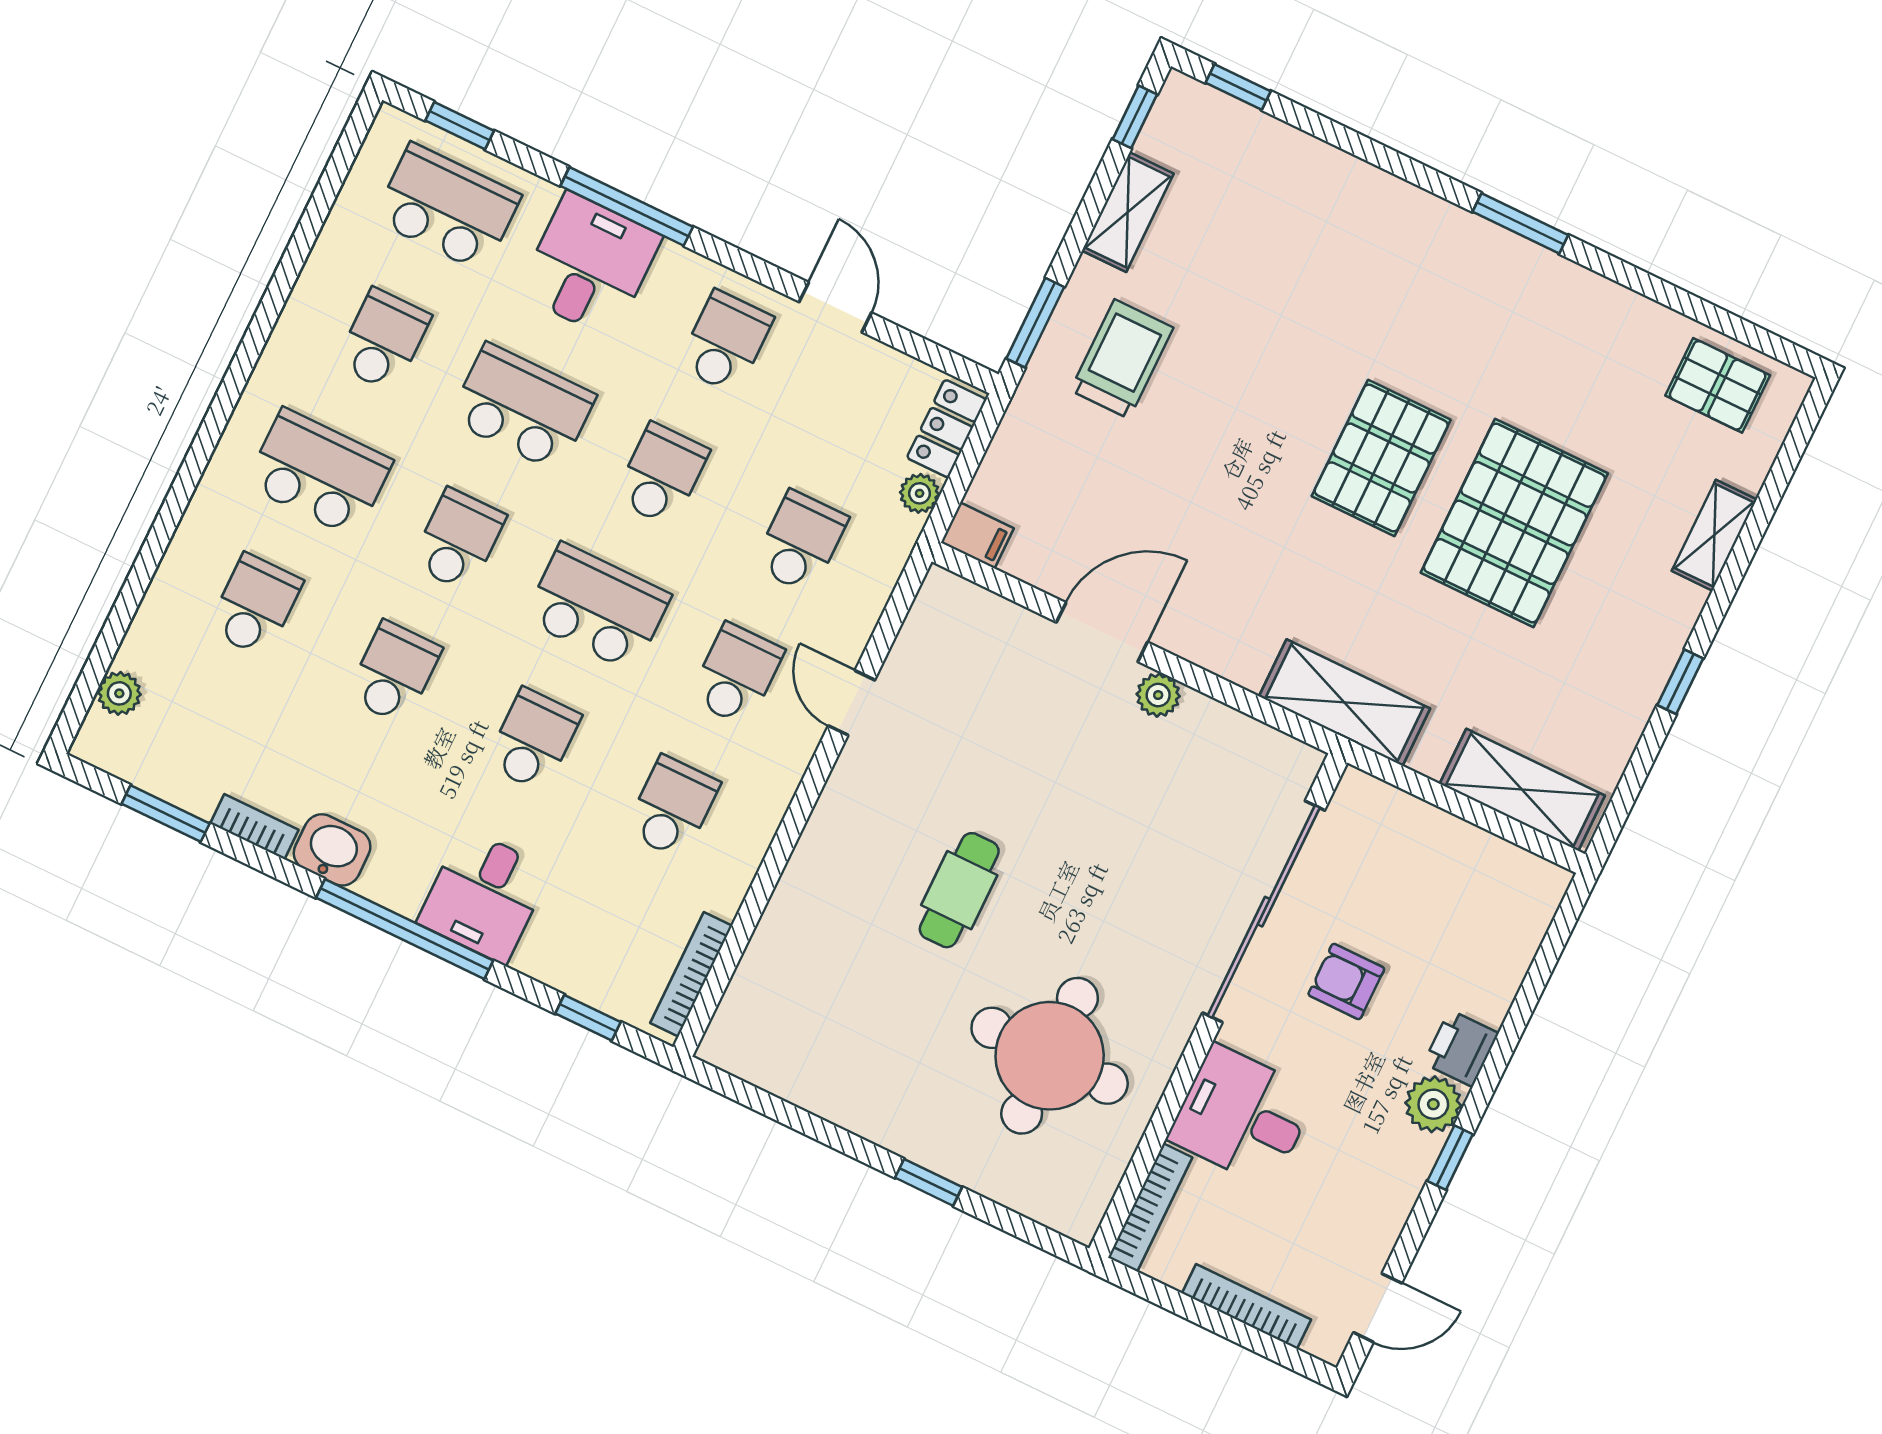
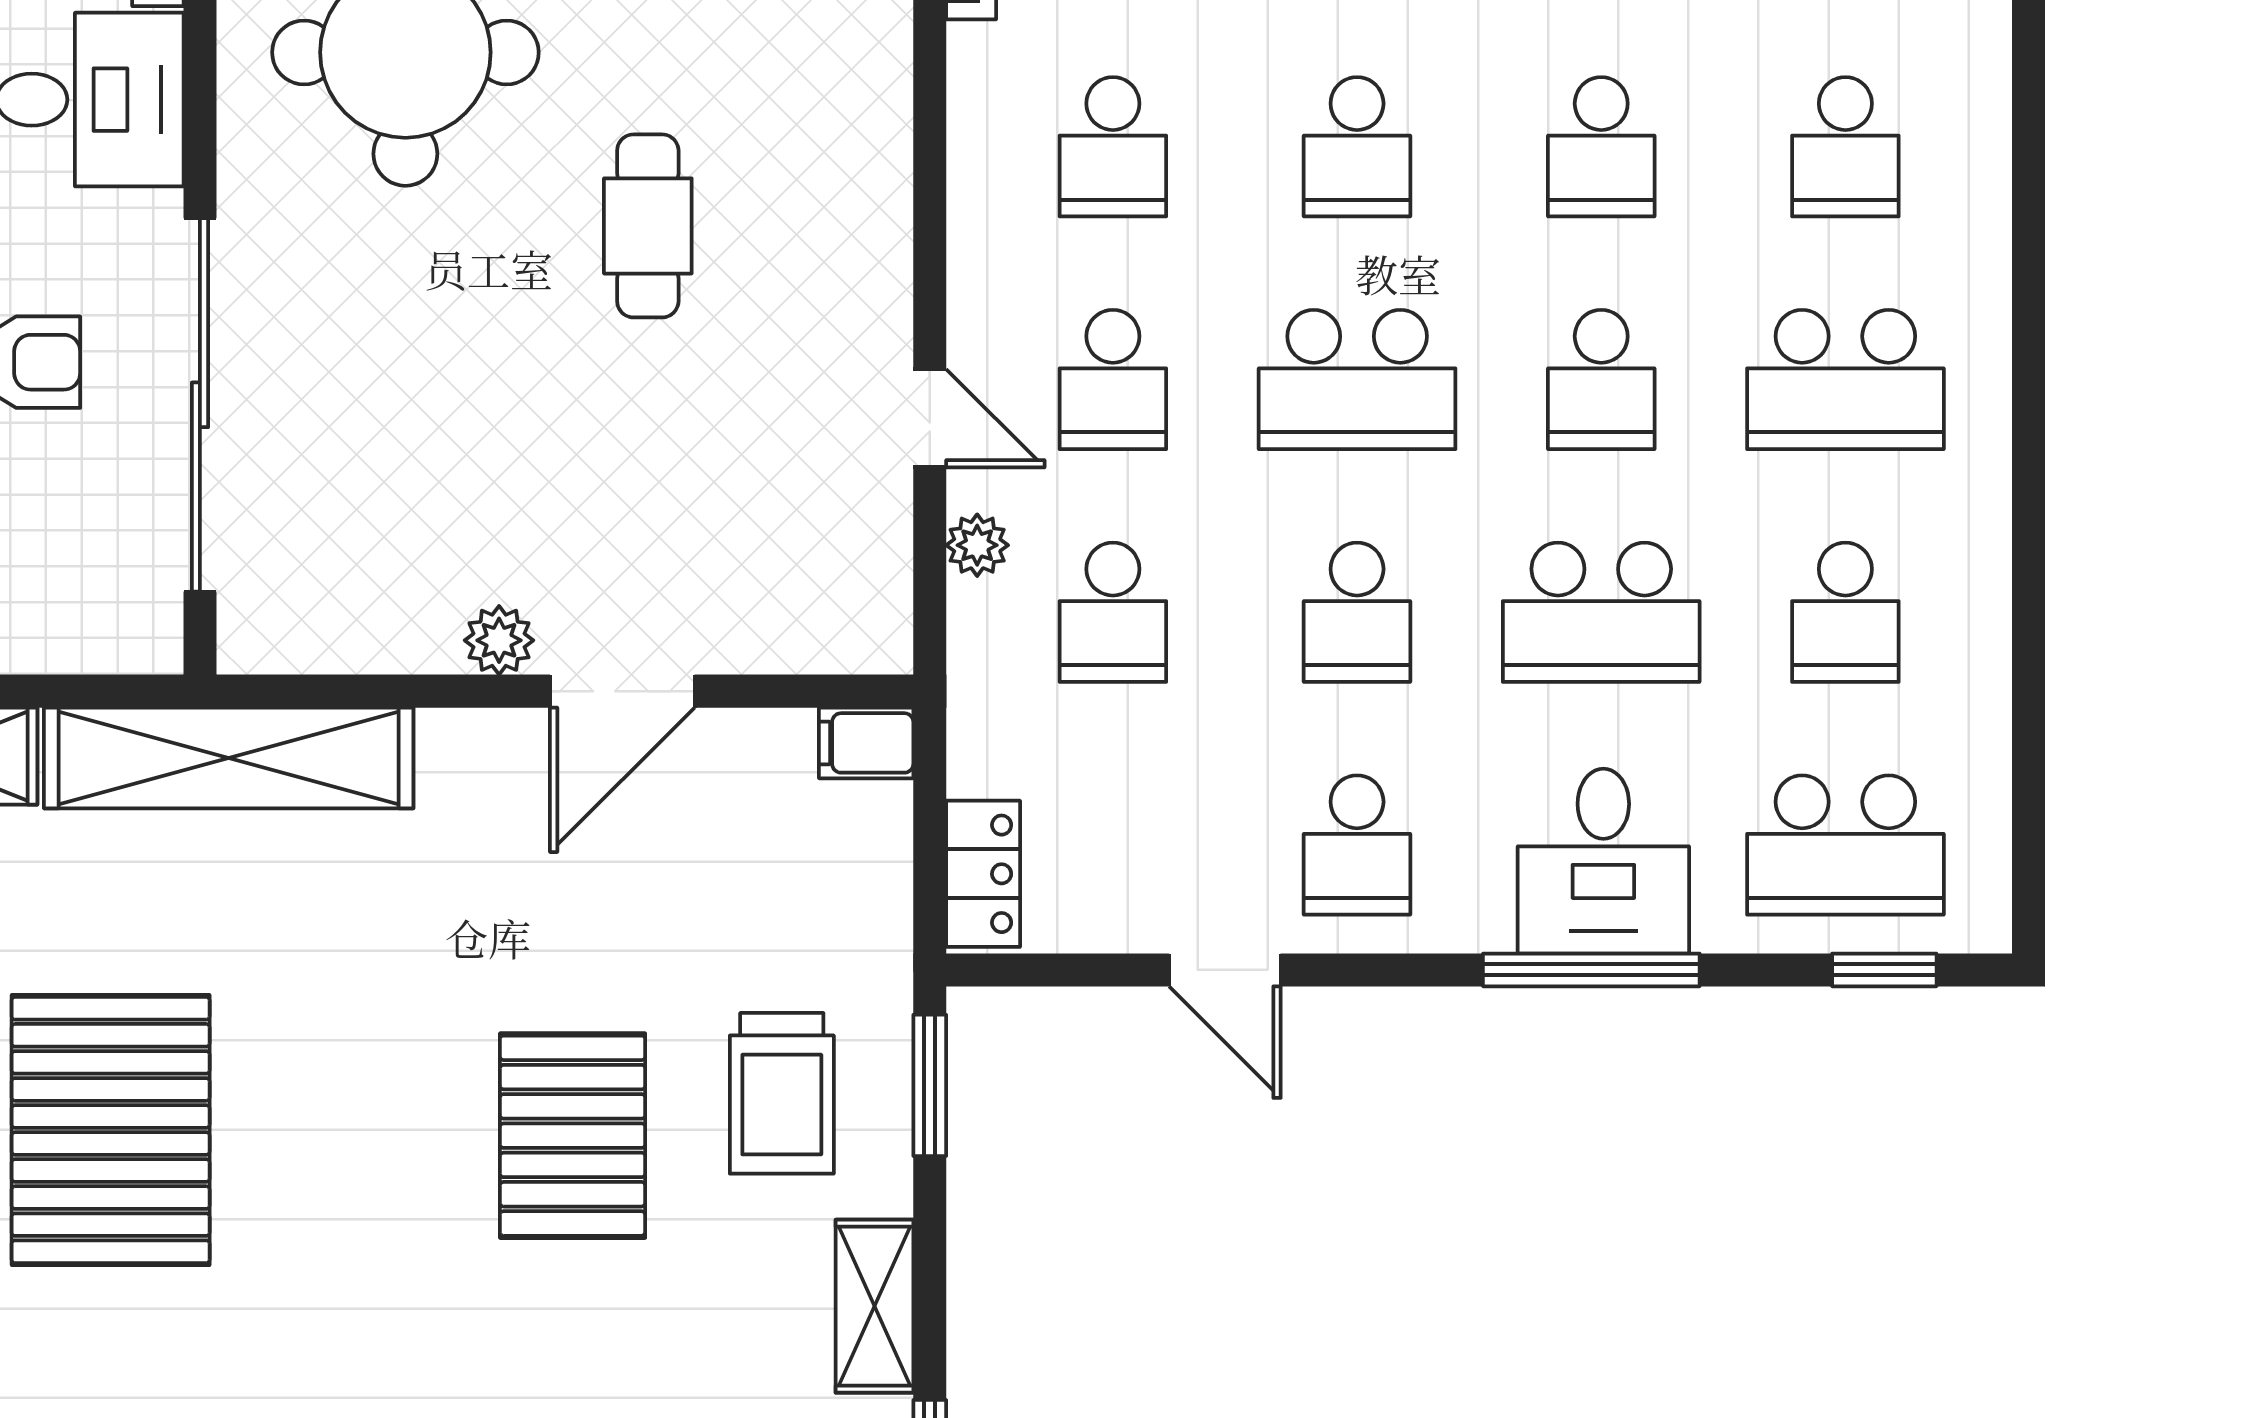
pallet: (1381, 458) -> (573, 1136), moved
plant: (920, 493) -> (977, 545), moved
shelving: (1345, 702) -> (229, 758), width x1.47

